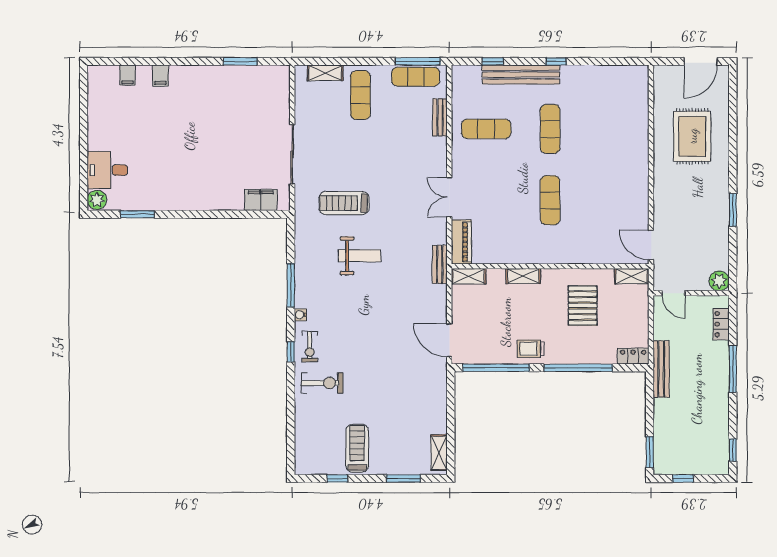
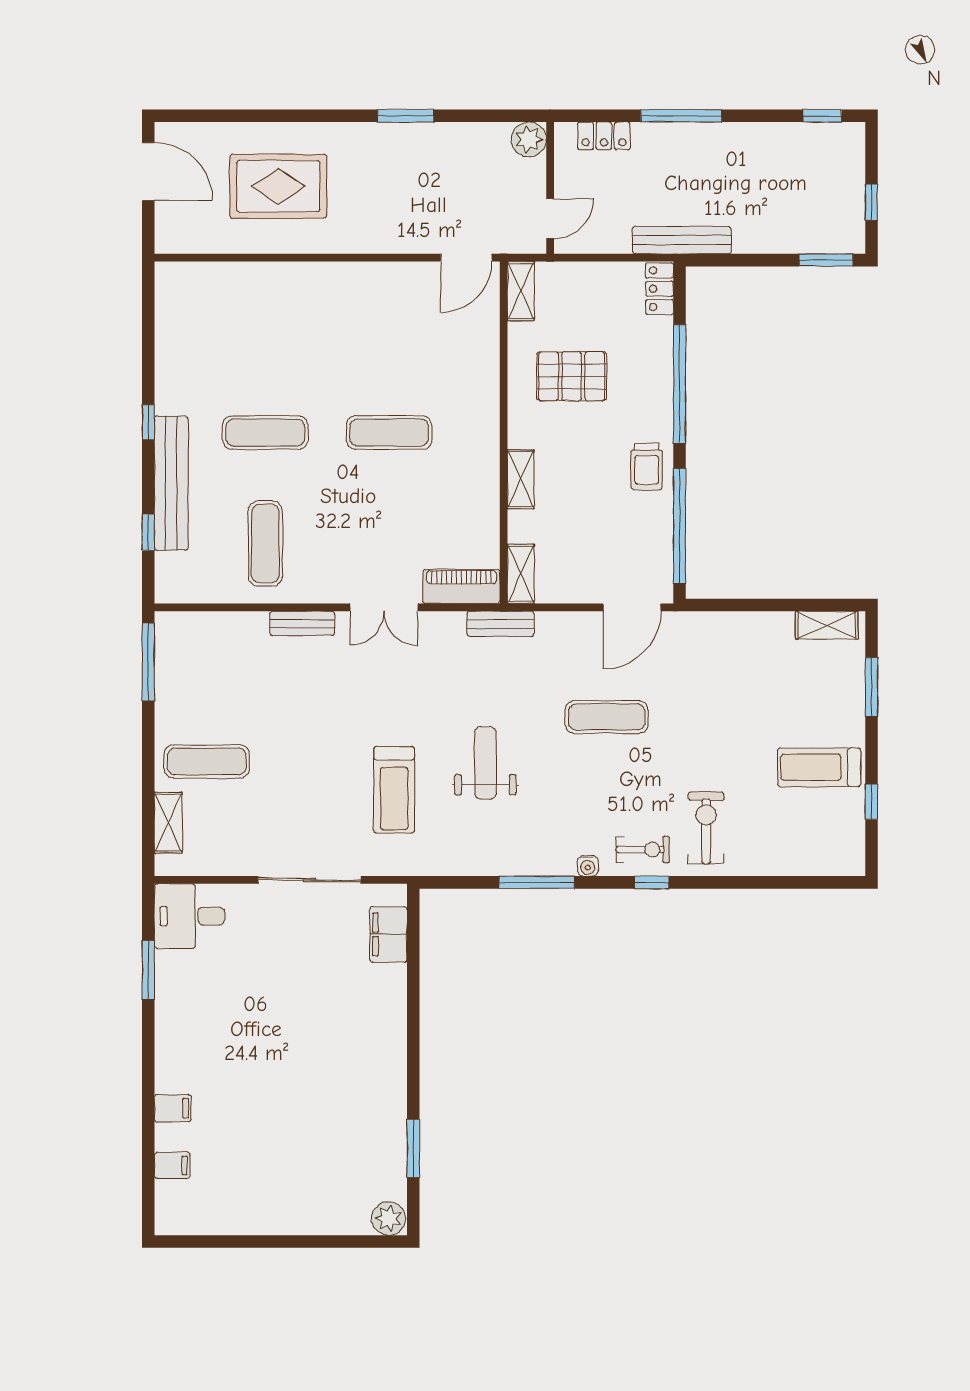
exercise mat: (416, 77) -> (607, 717), moved, turned 90
bench: (440, 117) -> (302, 624), moved
desk: (107, 170) -> (189, 916), moved, turned 90

